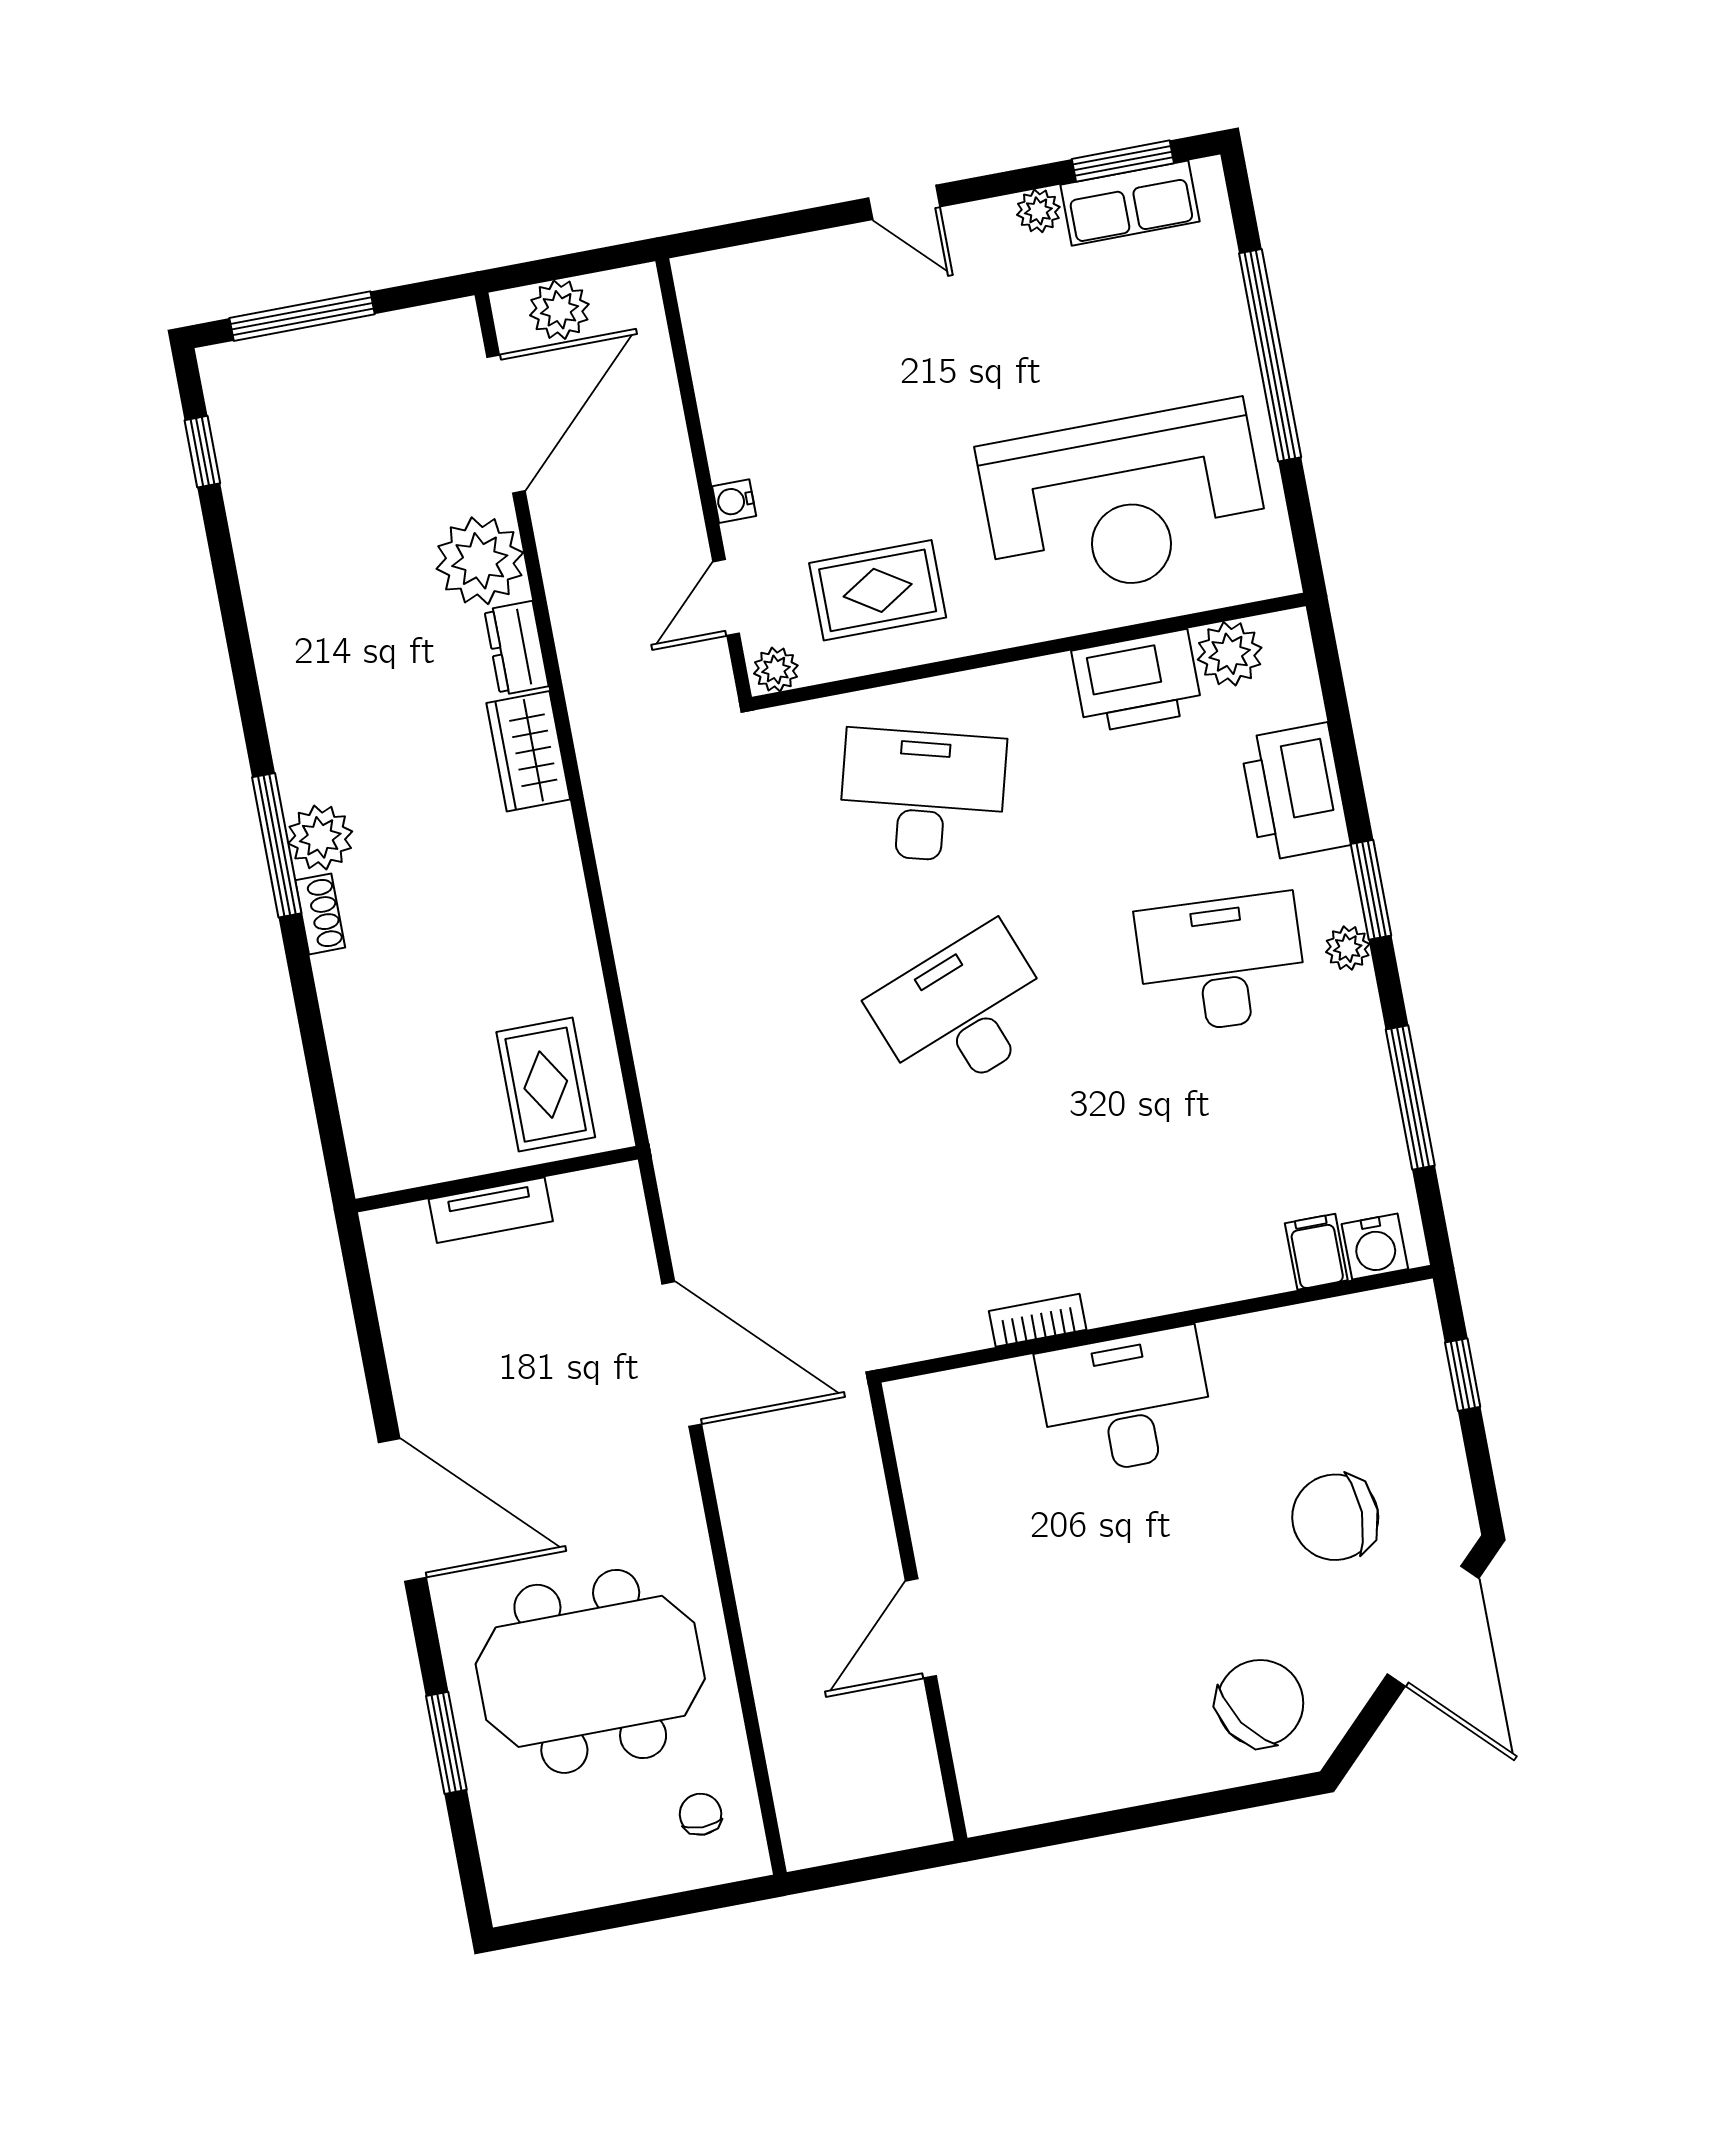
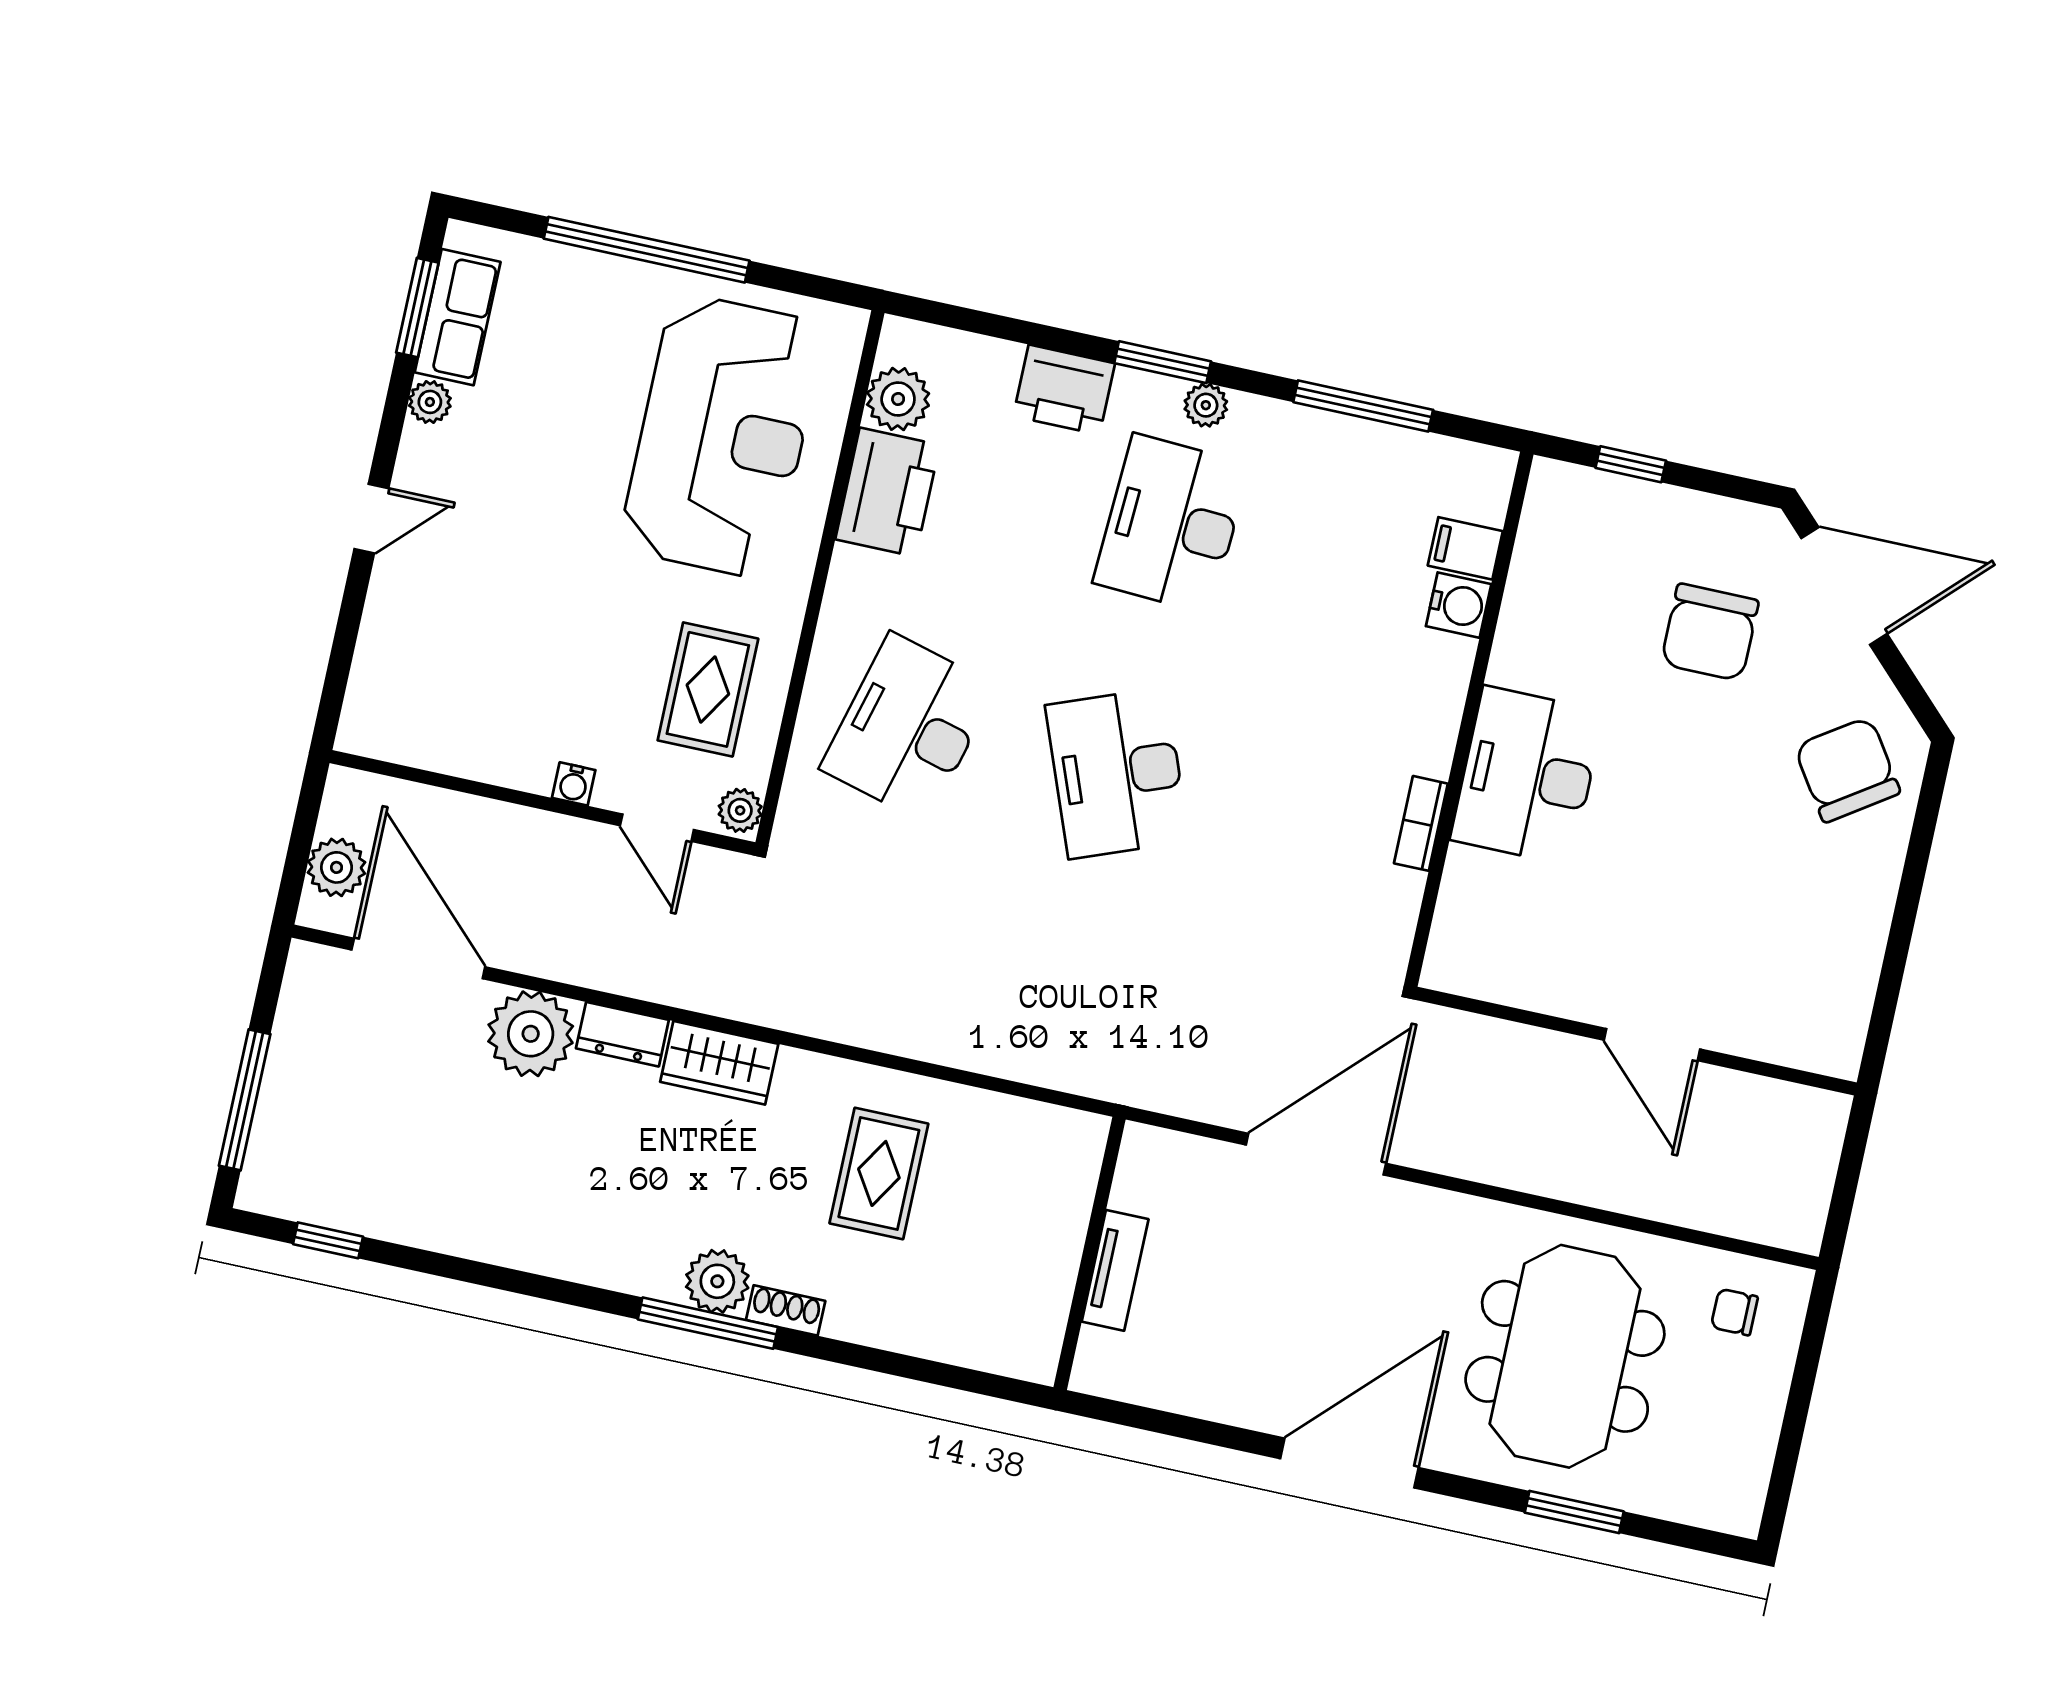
printer: (1295, 792) -> (1064, 390), width x0.73, depth x0.84
rug: (546, 1085) -> (879, 1173), moved, turned 90
water cooler: (1375, 1246) -> (1459, 605), moved

